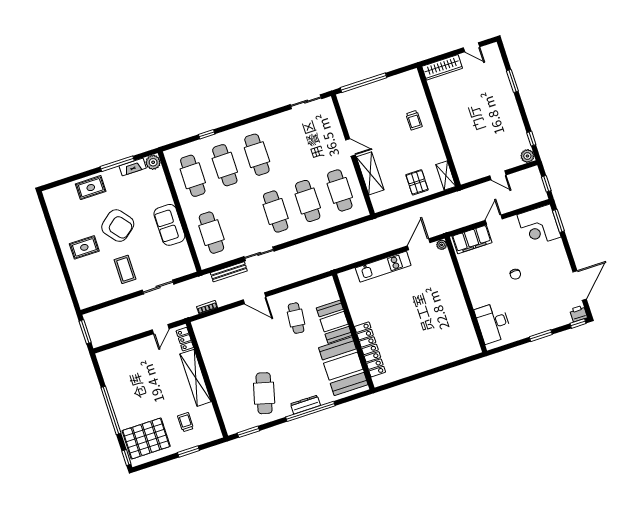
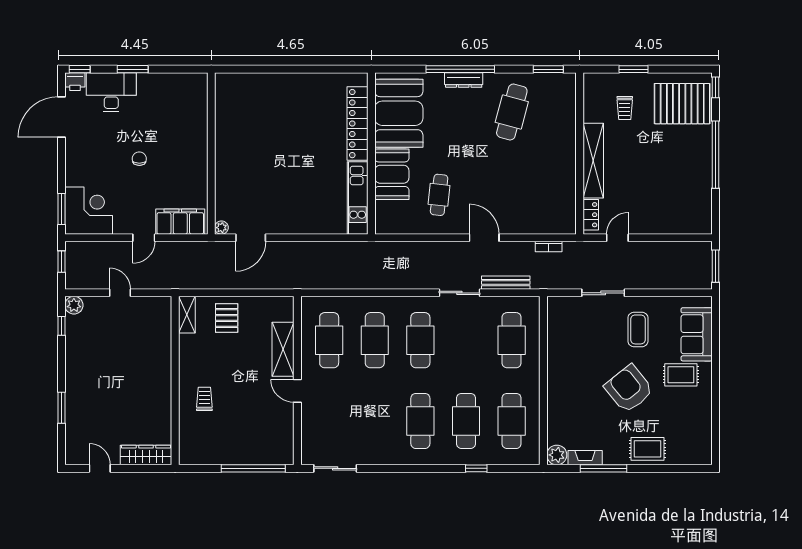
sofa: (169, 225) -> (697, 334), moved, turned 180
kitchen unit: (383, 267) -> (358, 198), moved, turned -90
desk: (493, 323) -> (111, 92), moved, turned -90

